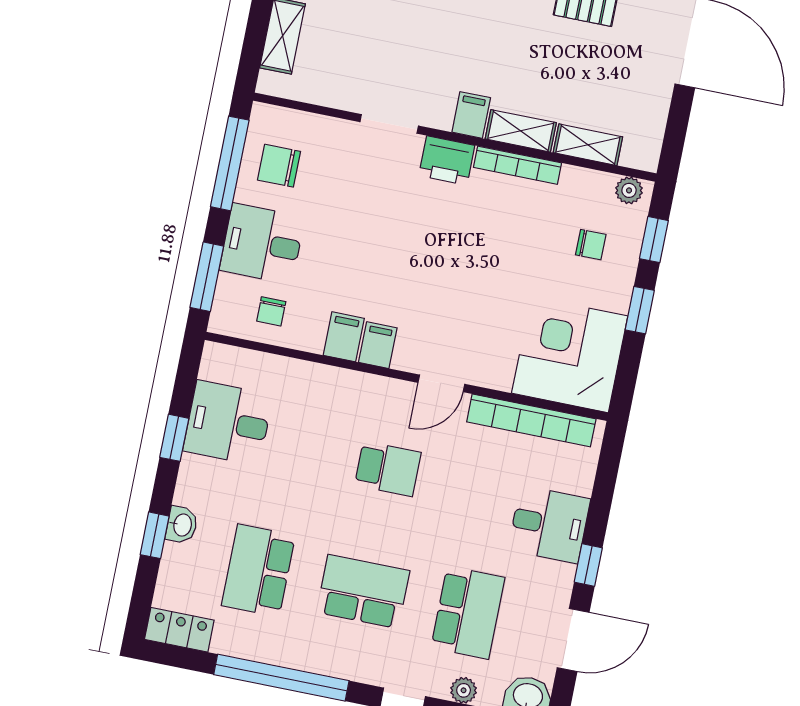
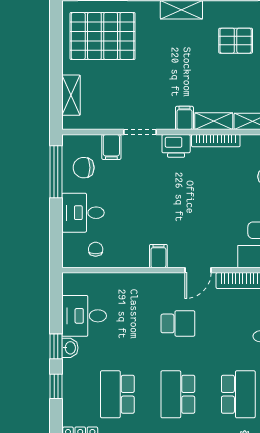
window: (207, 277) -> (56, 237), removed
chair: (271, 311) -> (96, 249), turned 180
filing cabinet: (344, 337) -> (111, 147), moved, turned 180
window: (174, 438) -> (56, 346), moved
washbasin: (182, 525) -> (70, 348), moved
school desk: (363, 592) -> (178, 394), turned -90

